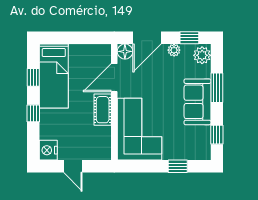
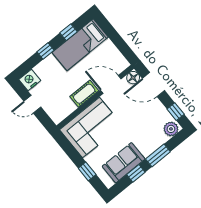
plant: (174, 50) -> (160, 108), removed
sofa: (197, 102) -> (124, 163), moved
window: (217, 135) -> (136, 173), moved
door: (73, 166) -> (32, 104), hinge flipped

